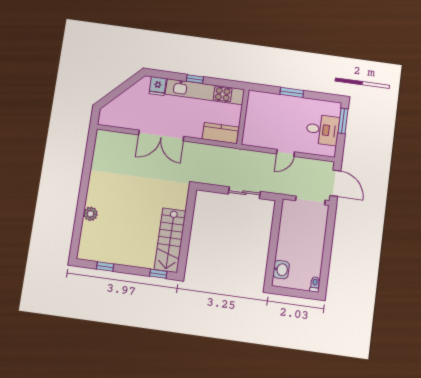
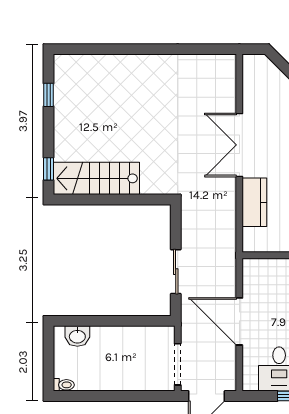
kitchen counter: (220, 133) -> (254, 202), moved
door: (286, 153) -> (239, 321), width x1.88
plant: (91, 214) -> (117, 64), removed

